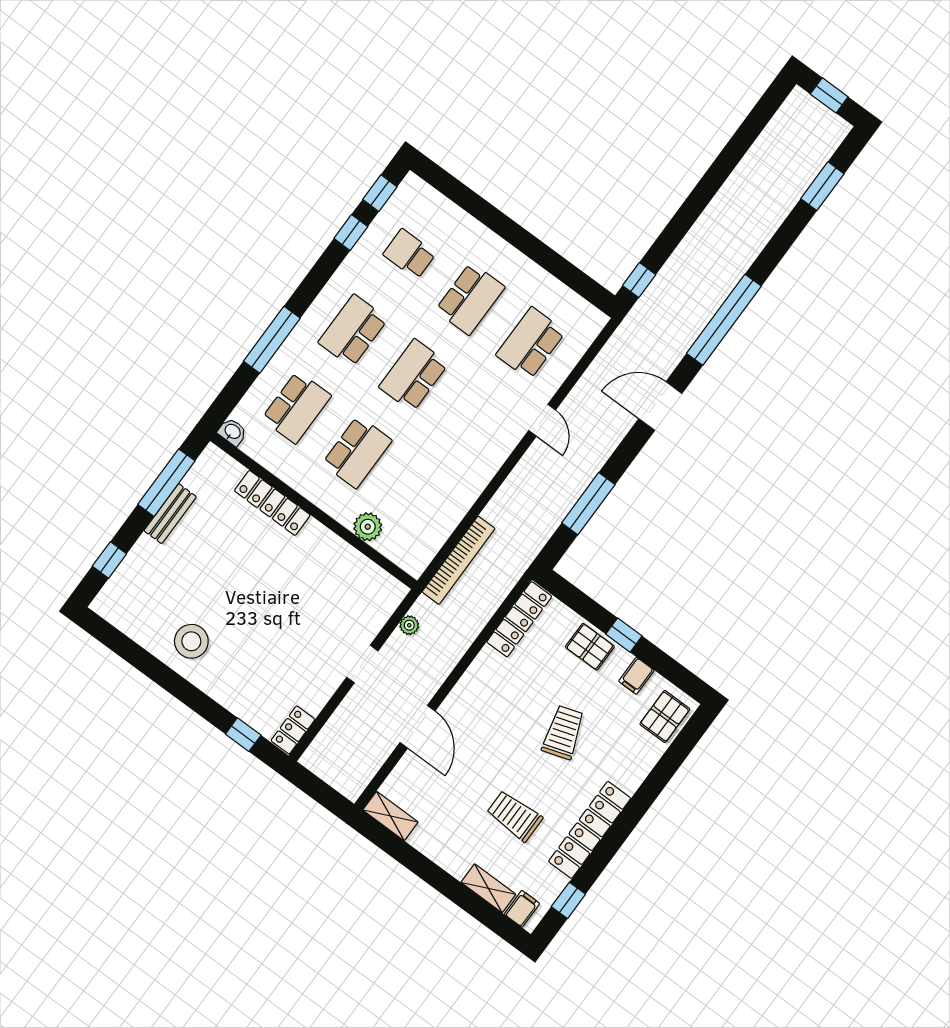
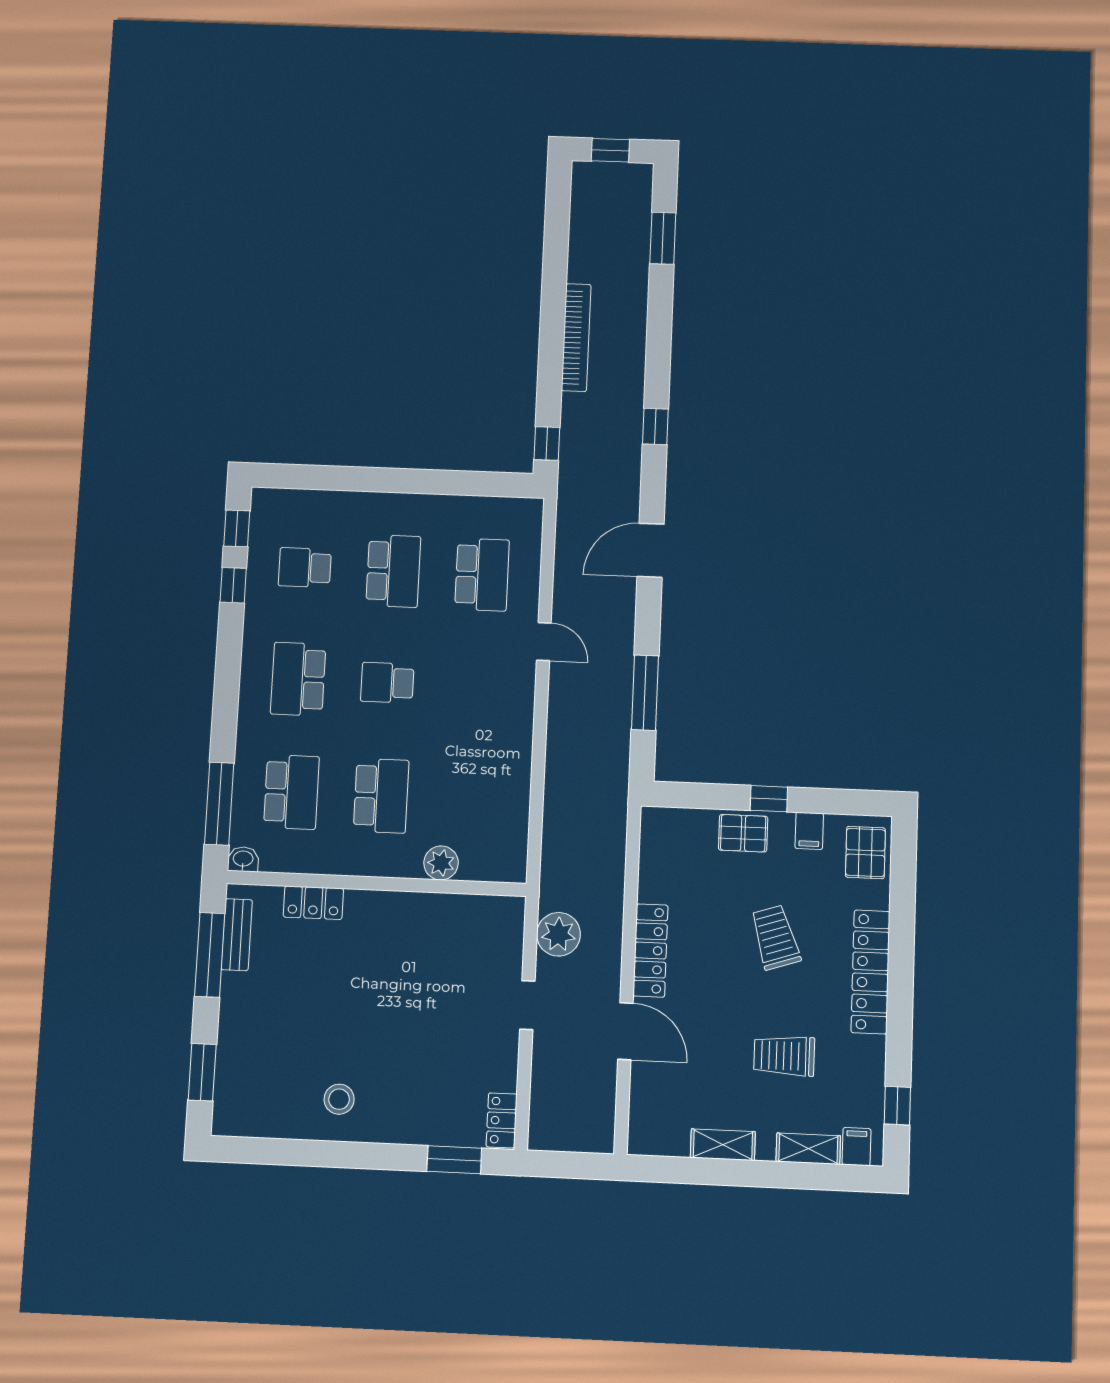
window: (724, 320) -> (655, 426), width x0.32
window: (272, 340) -> (219, 804), moved
school desk: (531, 343) -> (482, 575), turned 180
school desk: (414, 375) -> (387, 683), width x0.54
locker: (272, 503) -> (313, 903), width x0.66
bench: (170, 514) -> (237, 935), moved
window: (109, 560) -> (202, 1072), width x1.50
bookcase: (459, 560) -> (576, 337), moved
locker: (519, 619) -> (650, 950), moved
plant: (409, 625) -> (558, 934), width x1.87, depth x1.87
stool: (191, 641) -> (339, 1099), width x0.73, depth x0.73
window: (243, 735) -> (454, 1160), width x1.50
shelving: (390, 816) -> (723, 1145), moved
locker: (590, 830) -> (870, 972), moved

